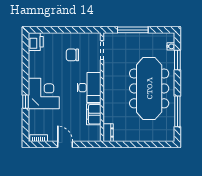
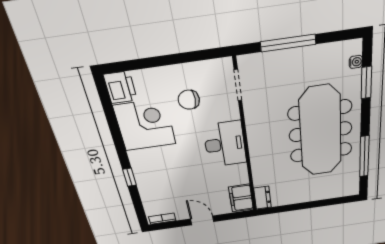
corner desk: (44, 94) -> (145, 125), moved
filing cabinet: (94, 114) -> (241, 198), moved

